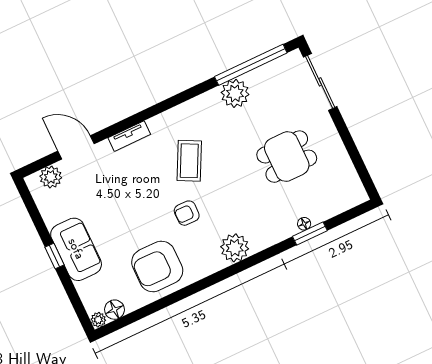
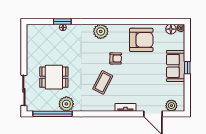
dining table: (287, 157) -> (54, 77), moved

